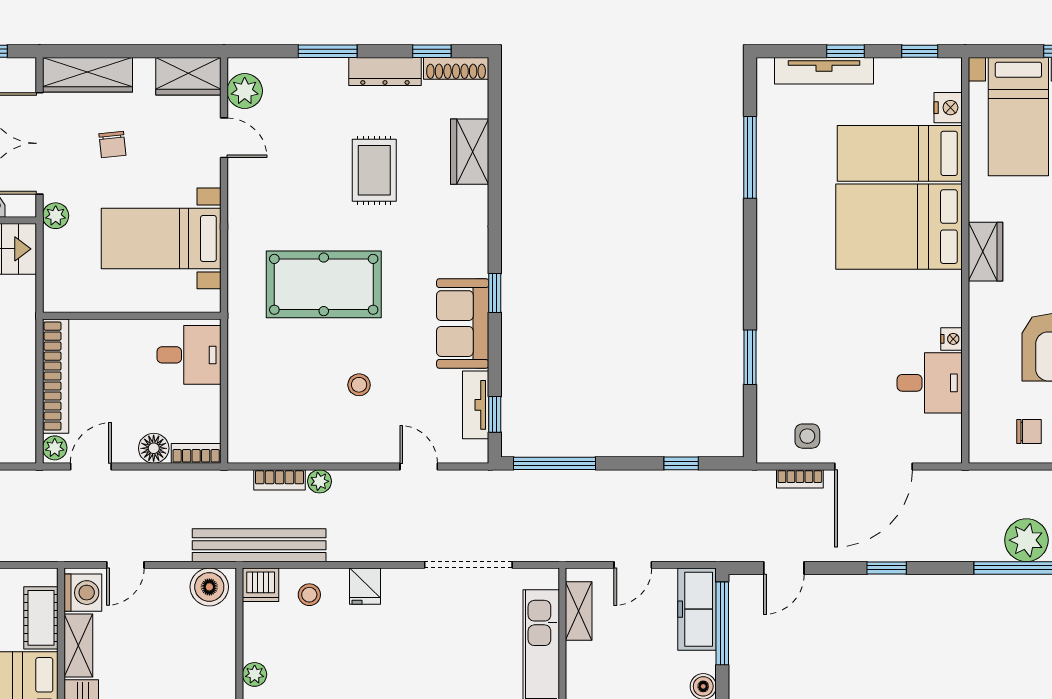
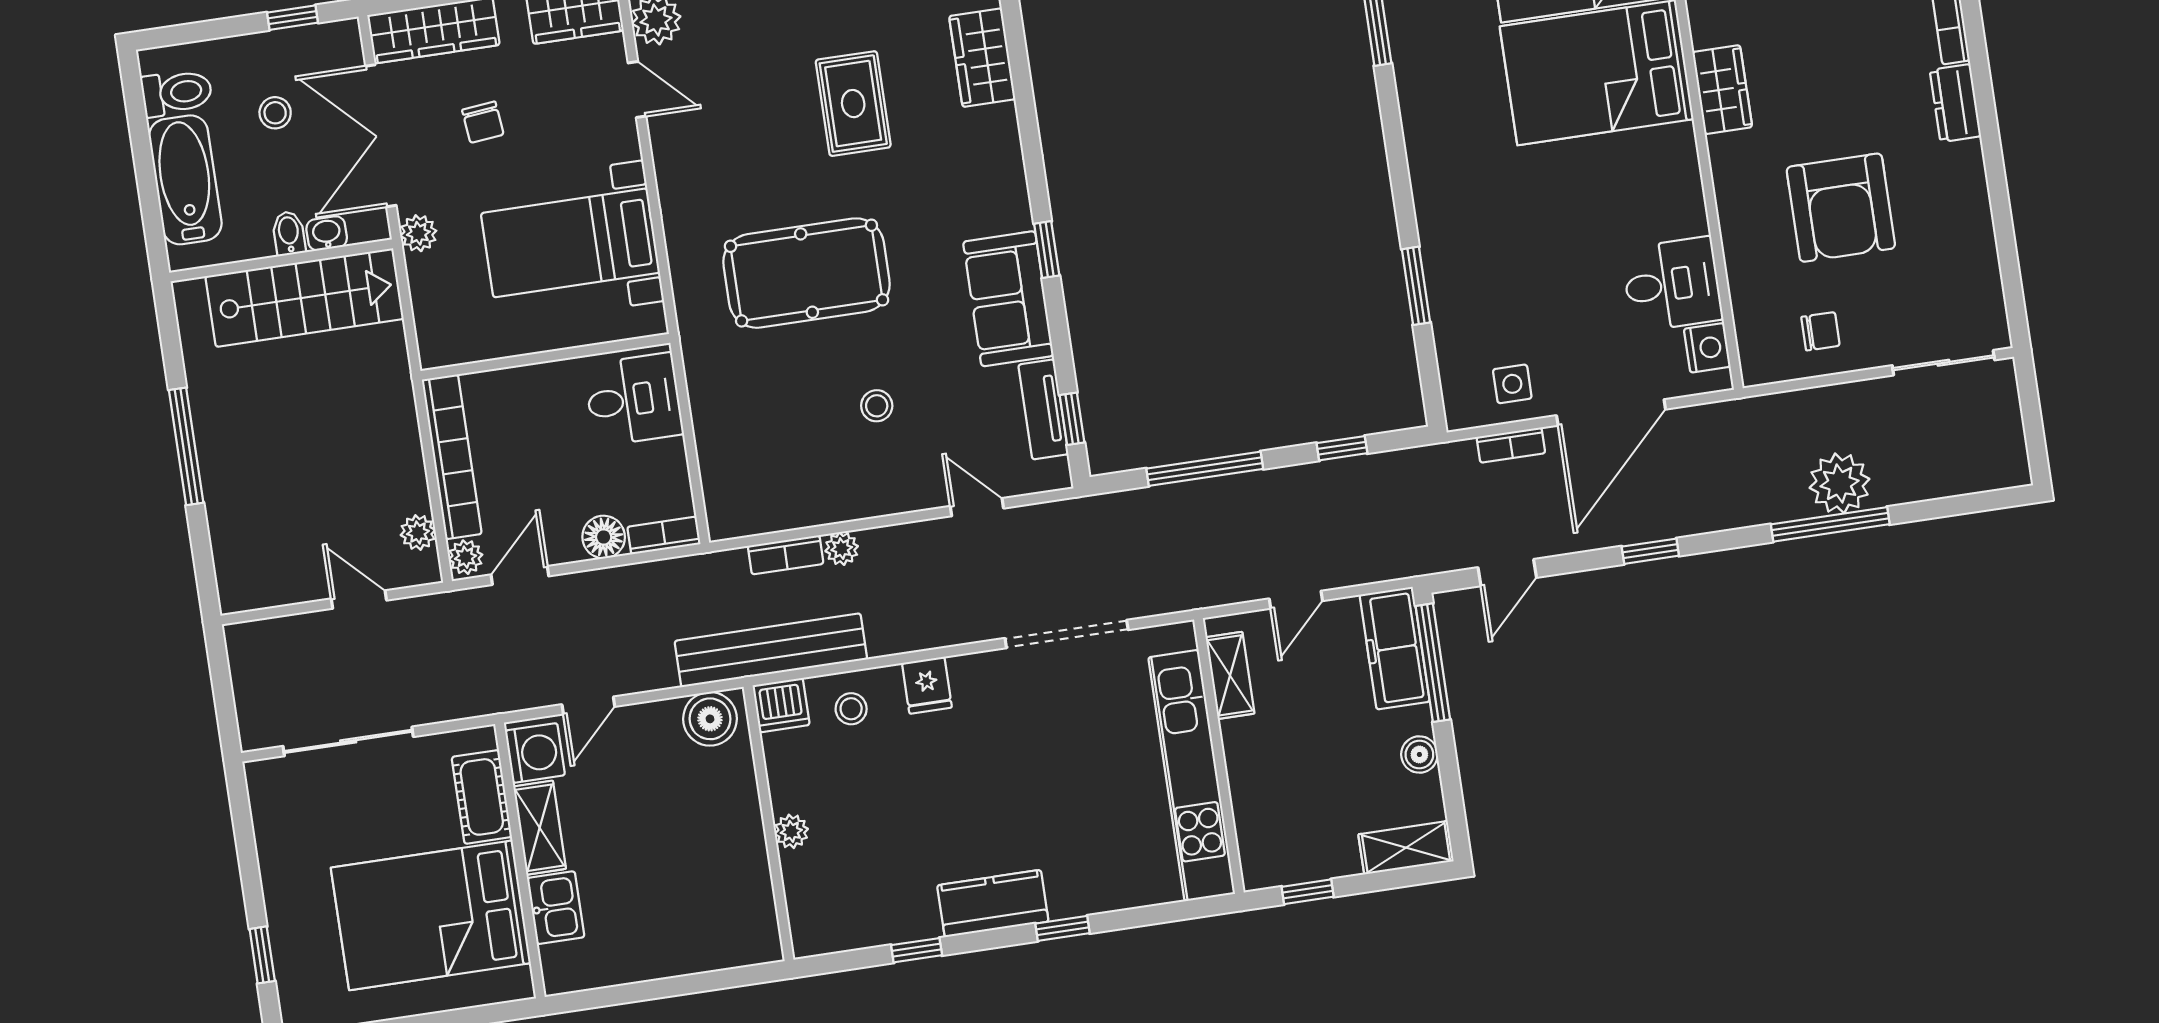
nightstand: (952, 339) -> (1707, 348), moved, width x1.39, depth x1.35
plant: (24, 426) -> (418, 532), added
window: (555, 463) -> (1205, 469), moved

